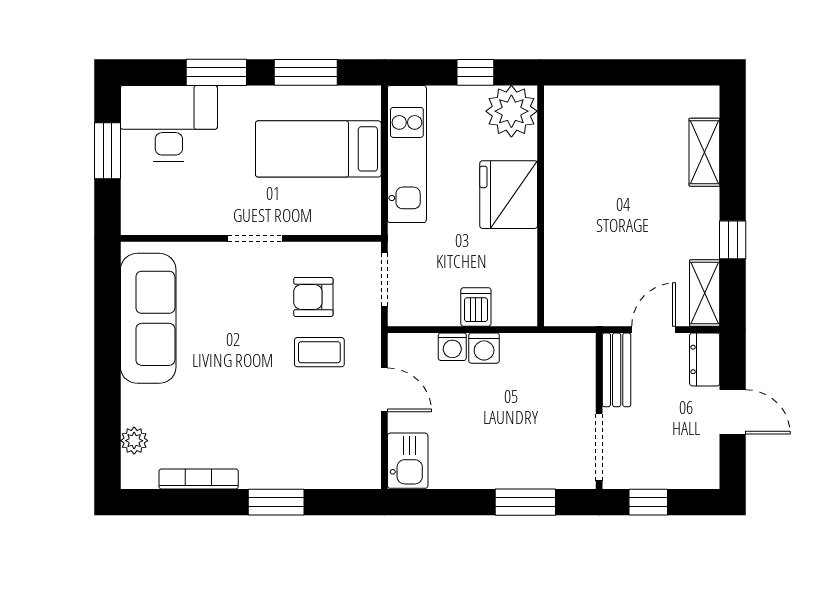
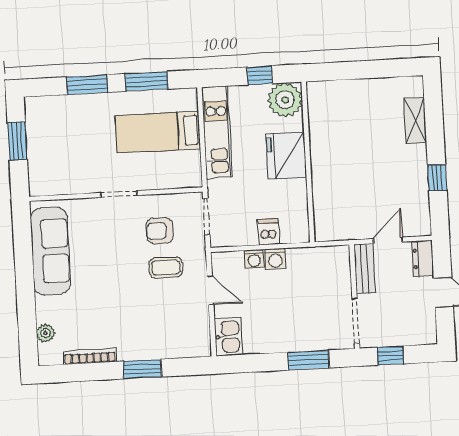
desk: (169, 123) -> (57, 120), removed
shelving: (705, 293) -> (420, 214), removed

